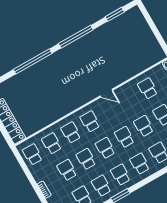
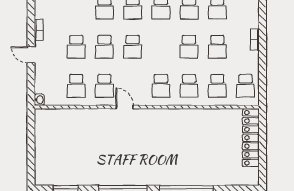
school desk: (105, 148) -> (104, 86), moved

